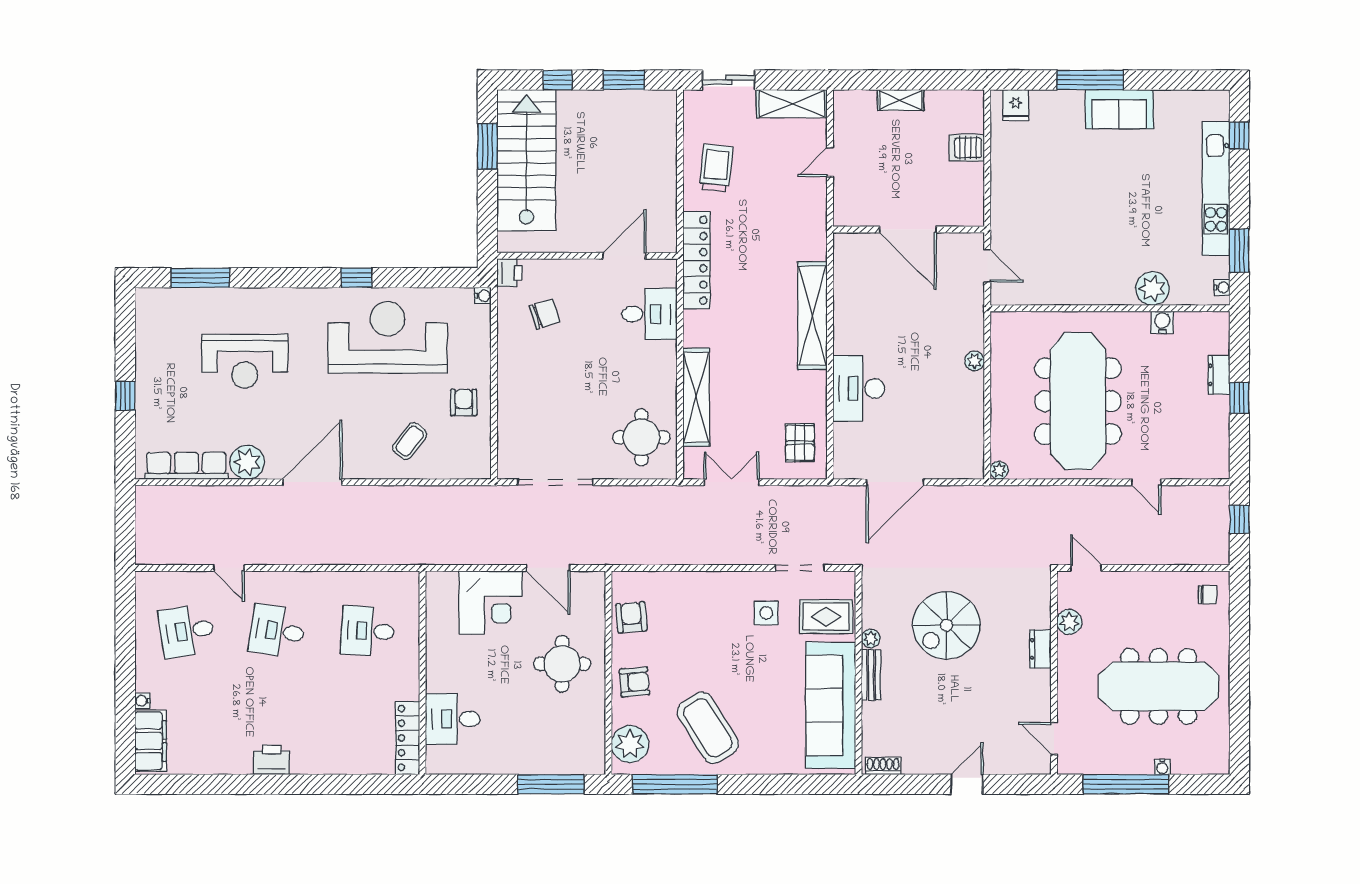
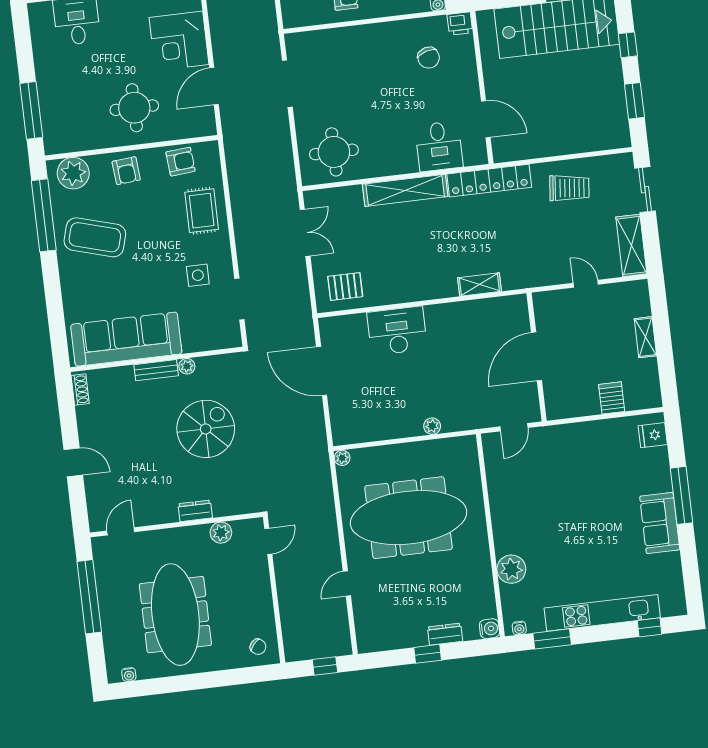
shelving: (812, 316) -> (479, 284), width x0.45, depth x0.75
water cooler: (1162, 322) -> (489, 629), moved
shelving: (696, 397) -> (405, 190), moved
doorway: (555, 482) -> (287, 84), width x0.73
chair: (1208, 595) -> (258, 647), turned -50
rug: (826, 617) -> (202, 211), moved
spiral stairs: (946, 625) -> (206, 429), turned 90
coffee table: (708, 728) -> (95, 237), turned 48
water cooler: (1162, 767) -> (129, 675), moved, turned -90

